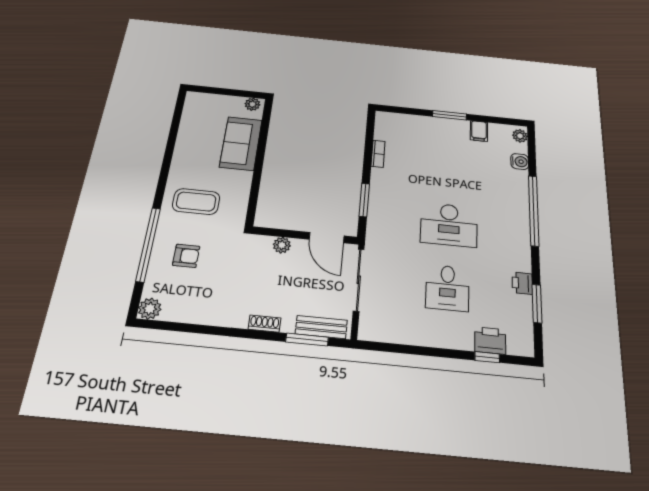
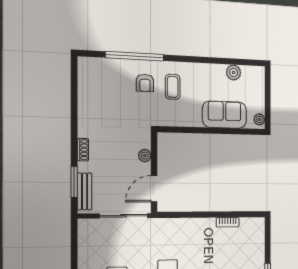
window: (364, 200) -> (188, 215), removed
coffee table: (196, 202) -> (173, 87), width x0.73, depth x0.77
armchair: (186, 256) -> (145, 83), moved
plant: (150, 309) -> (234, 72), moved

